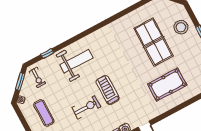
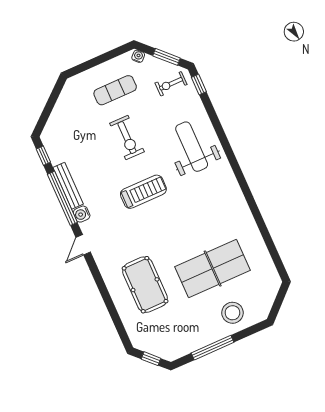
window: (47, 54) -> (199, 84), moved
weight bench: (76, 61) -> (192, 147), turned 180
exercise bike: (86, 107) -> (127, 138), moved

